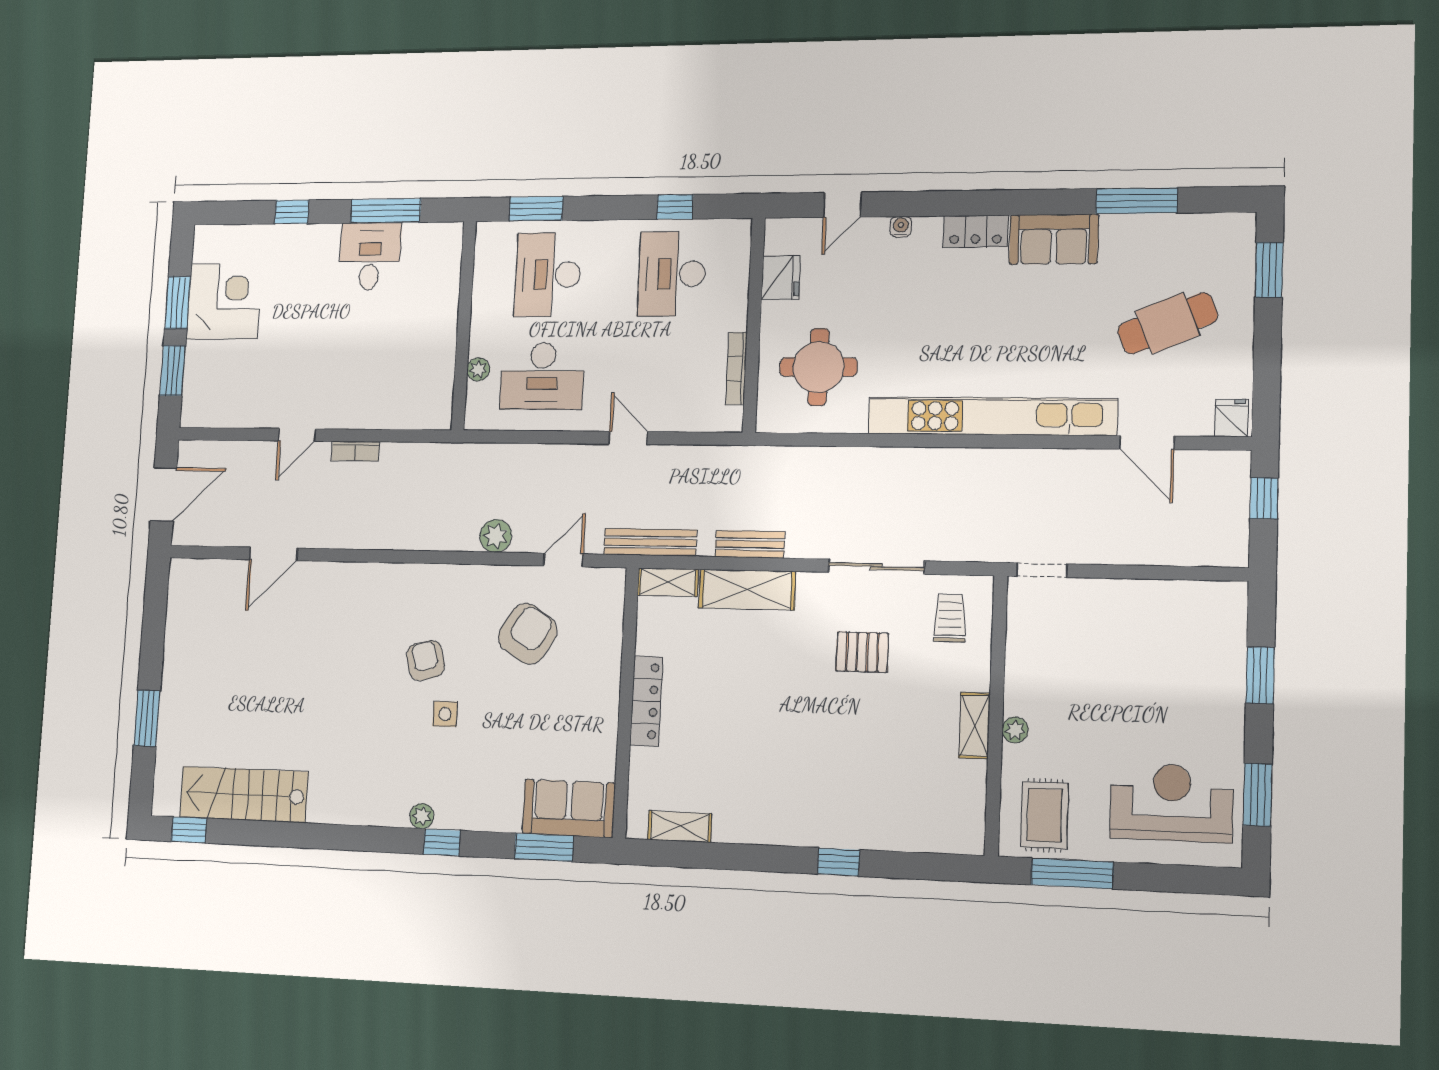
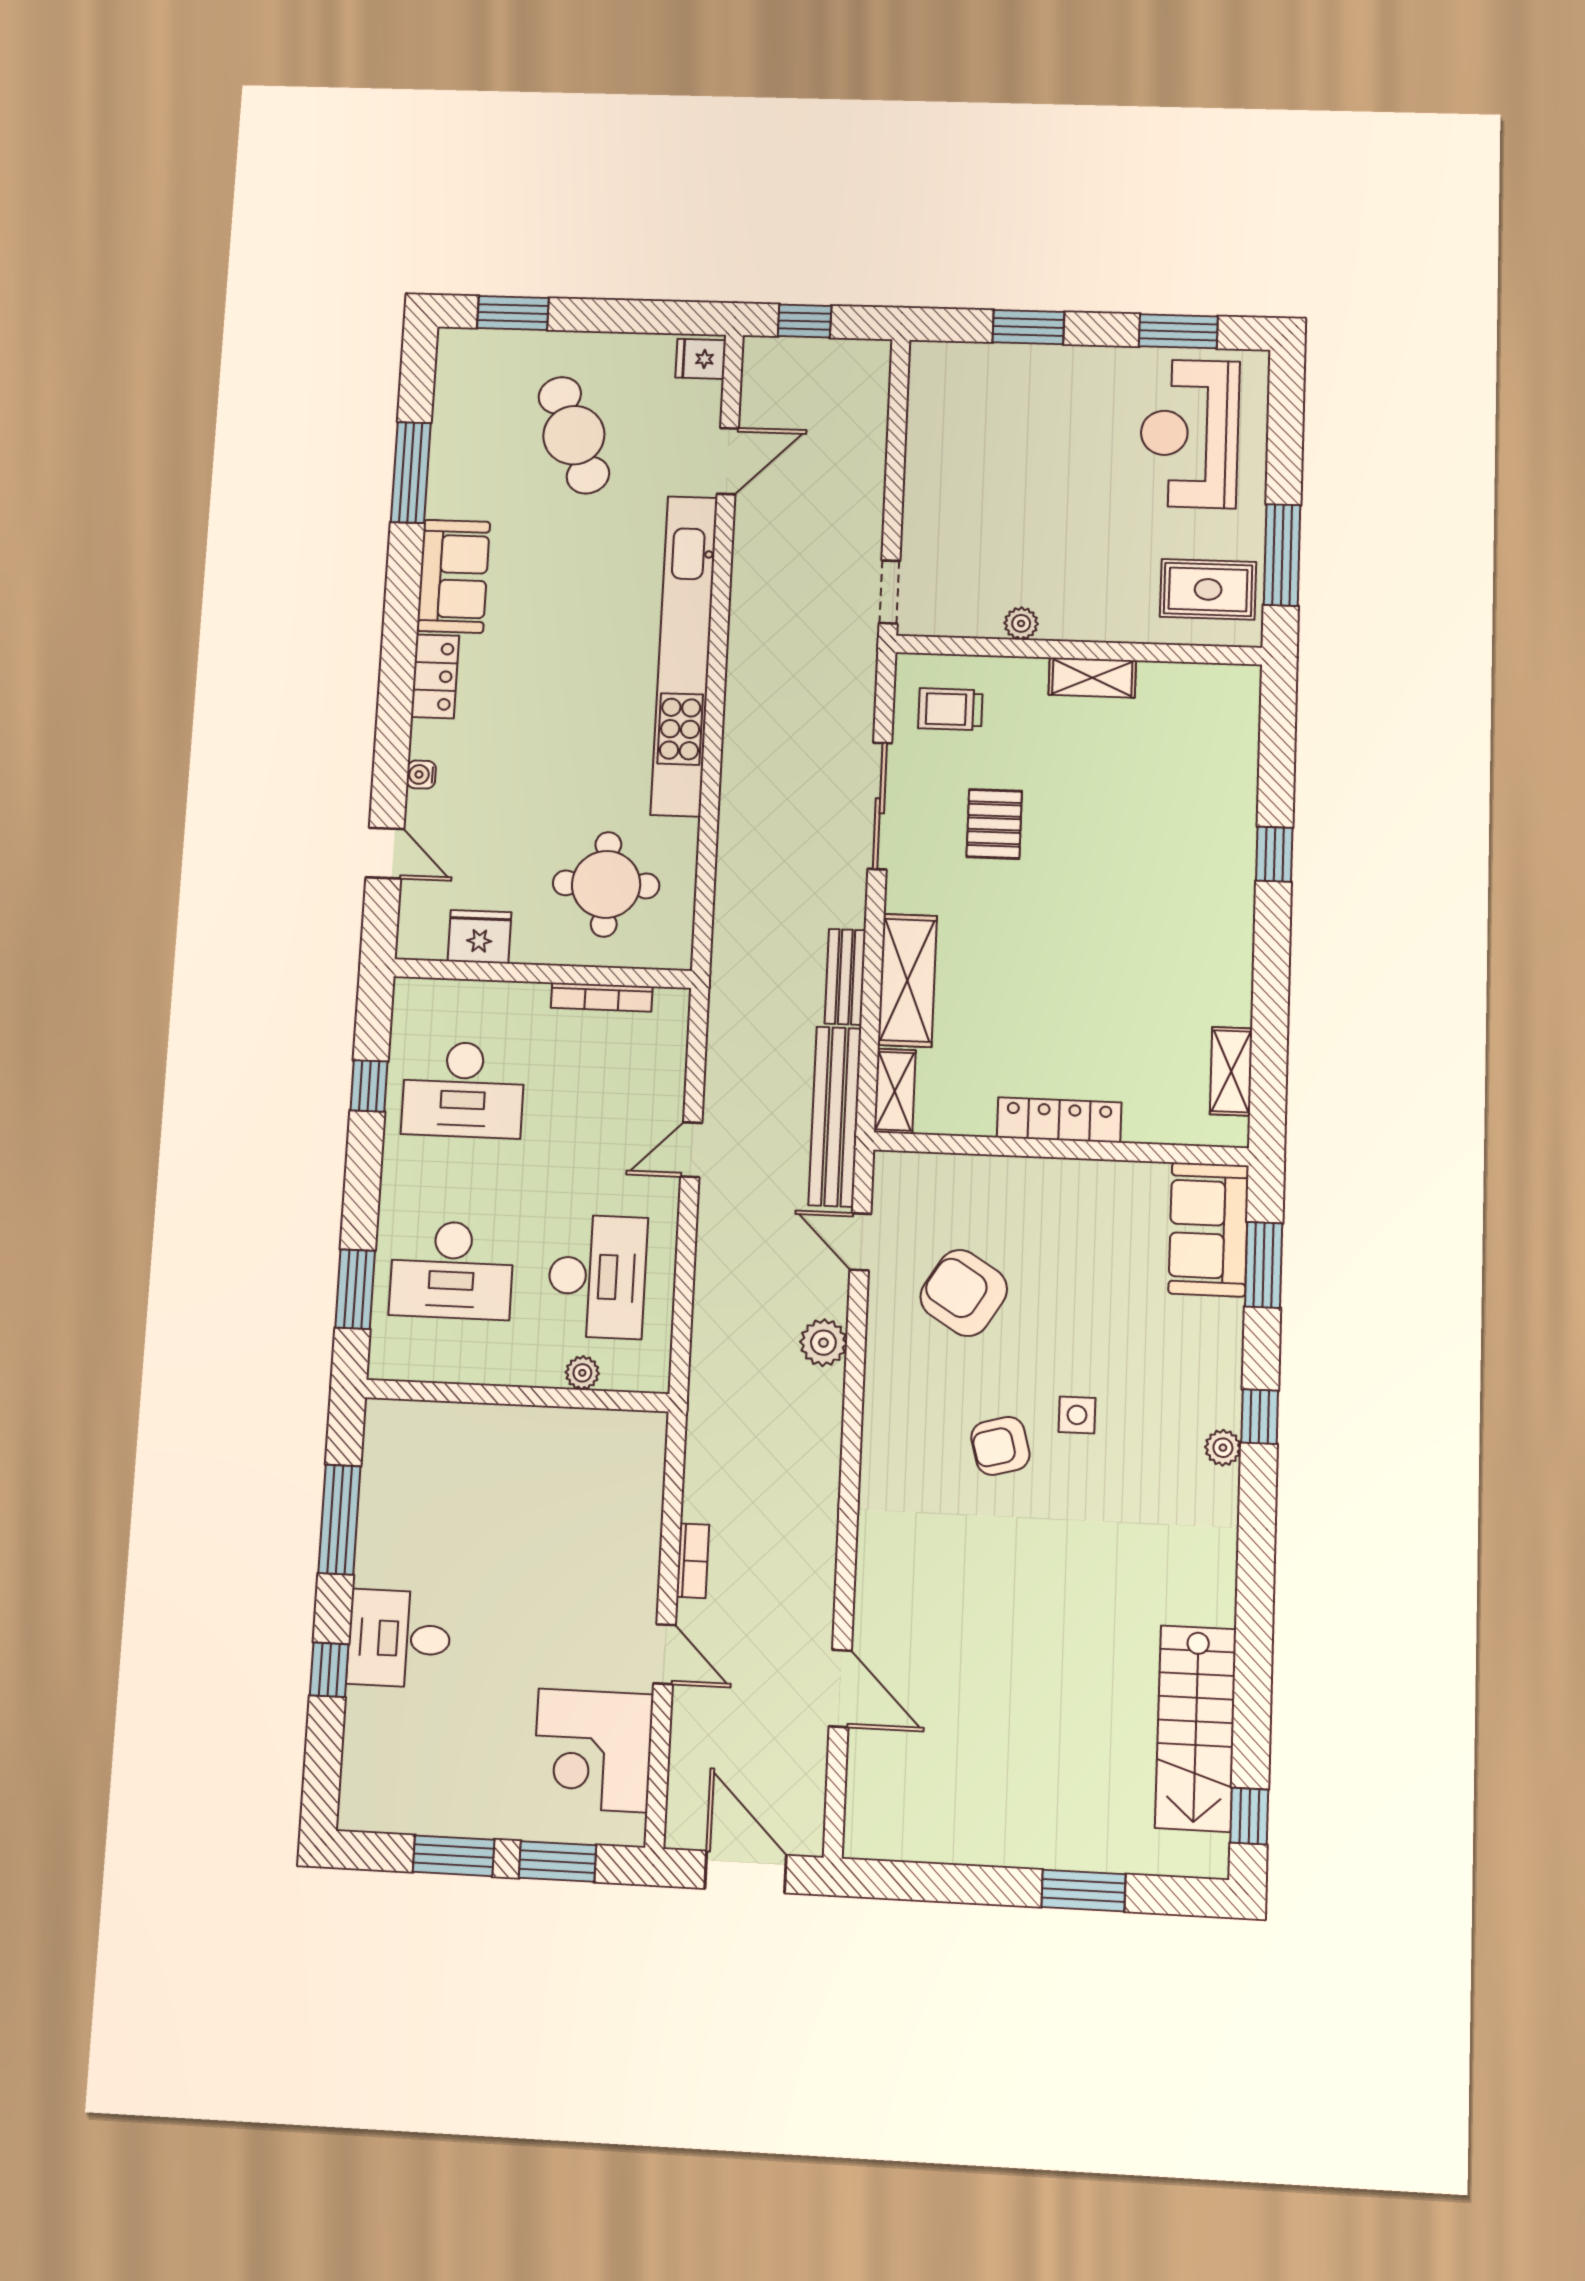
desk: (370, 256) -> (399, 1639), moved
corner desk: (224, 301) -> (593, 1750), moved, turned -90
bench: (650, 542) -> (835, 1117), width x1.37, depth x1.21
plant: (1015, 730) -> (1021, 623), moved

